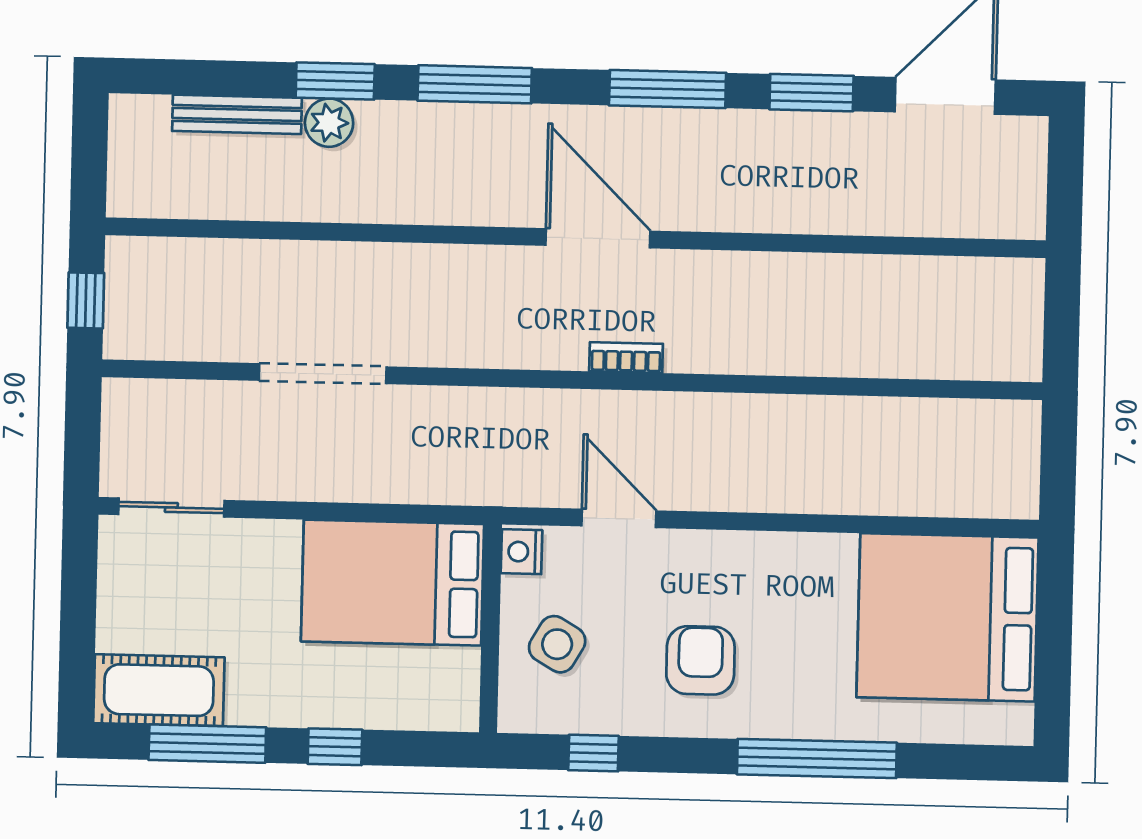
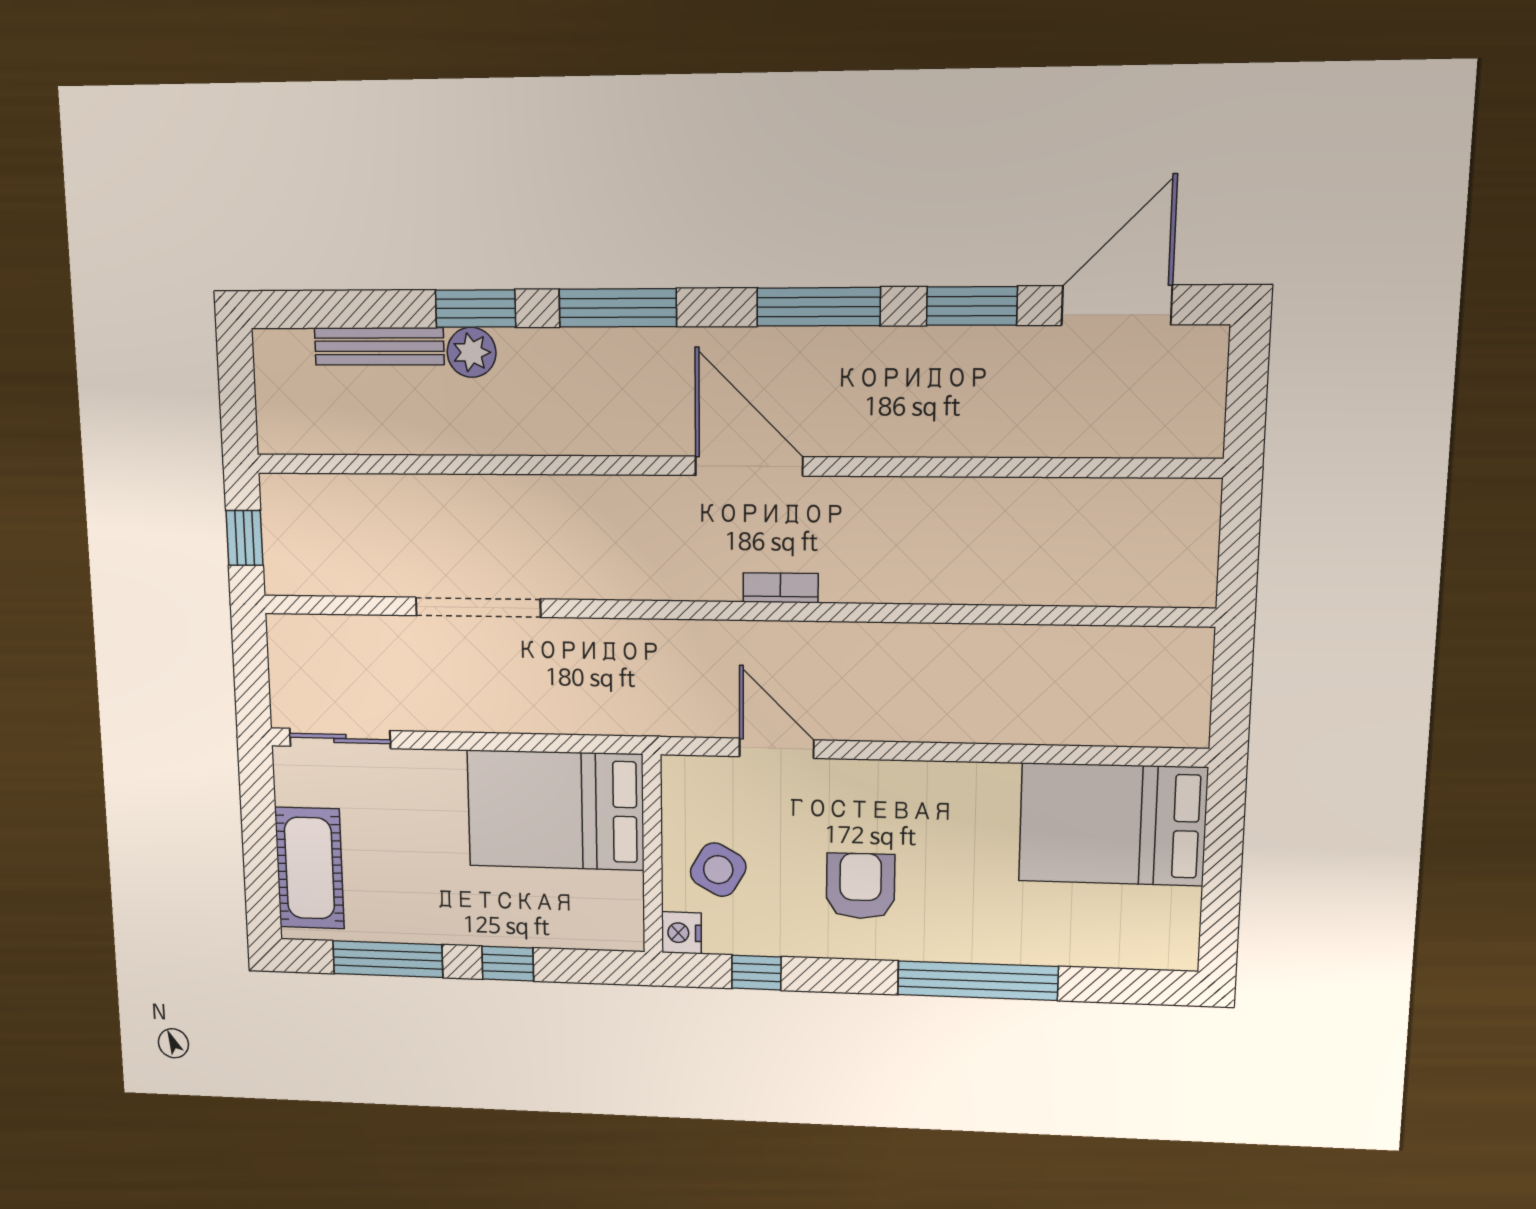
nightstand: (522, 552) -> (681, 933), moved
bed: (948, 617) -> (1113, 824), width x0.73
cot: (159, 690) -> (309, 868), moved, turned 90

